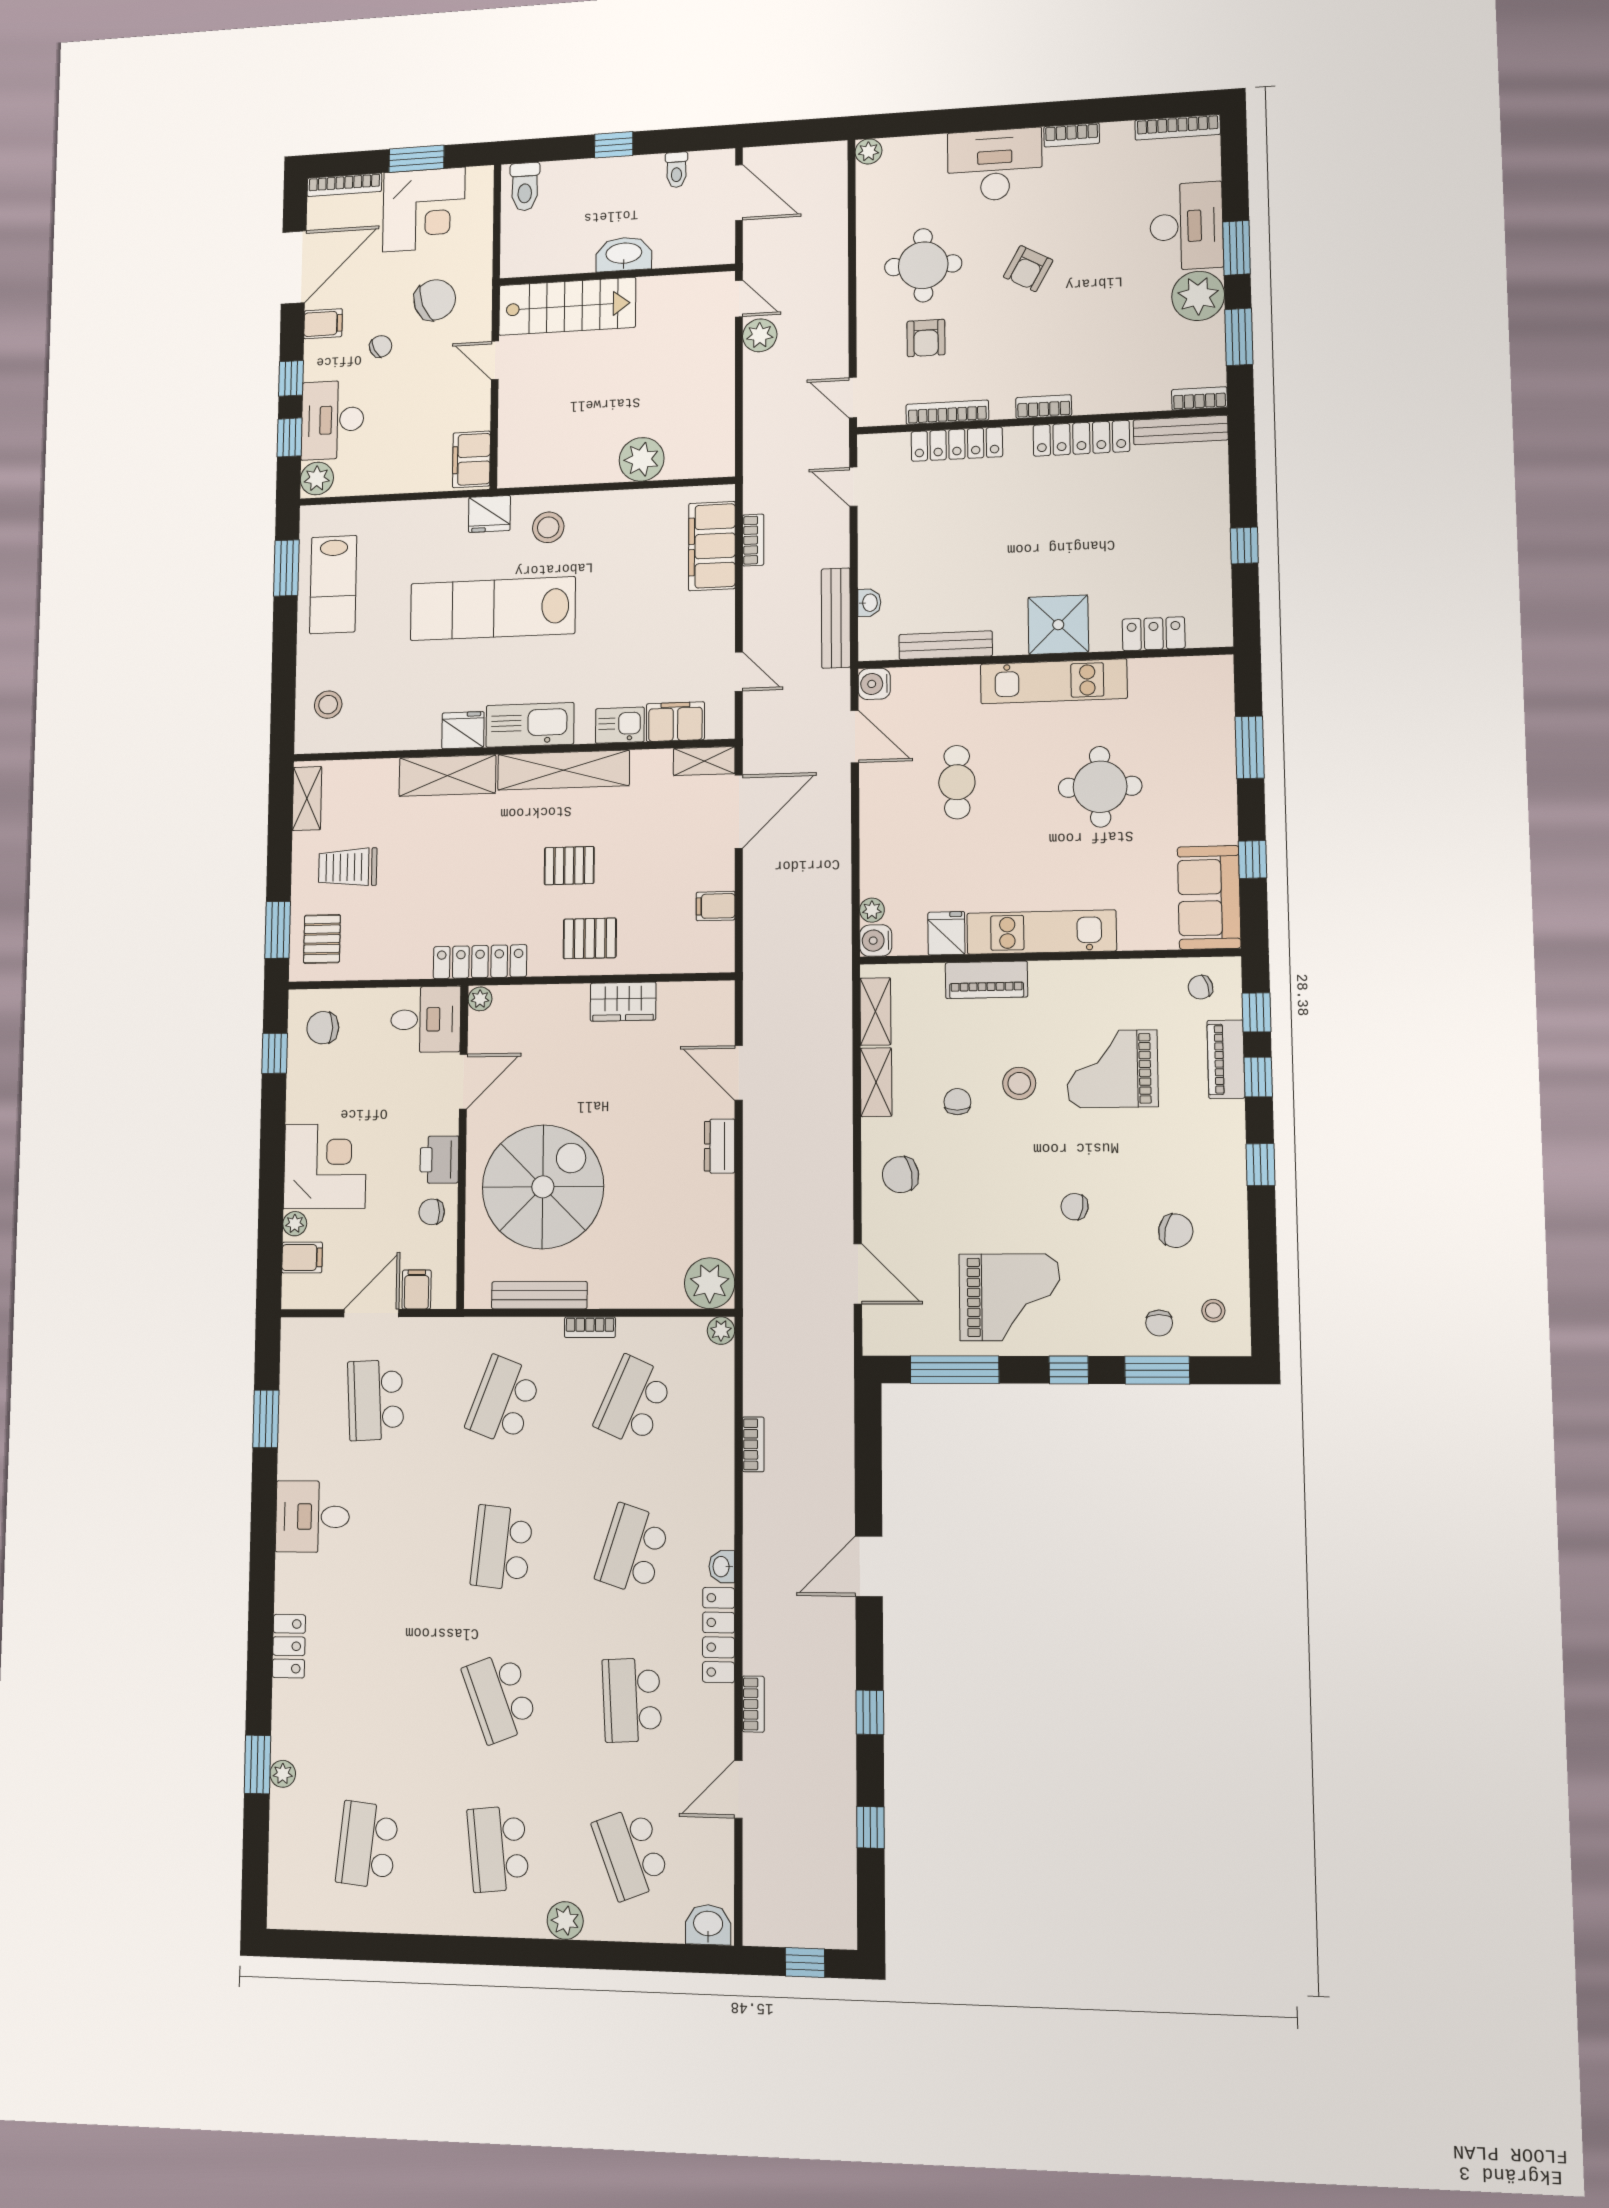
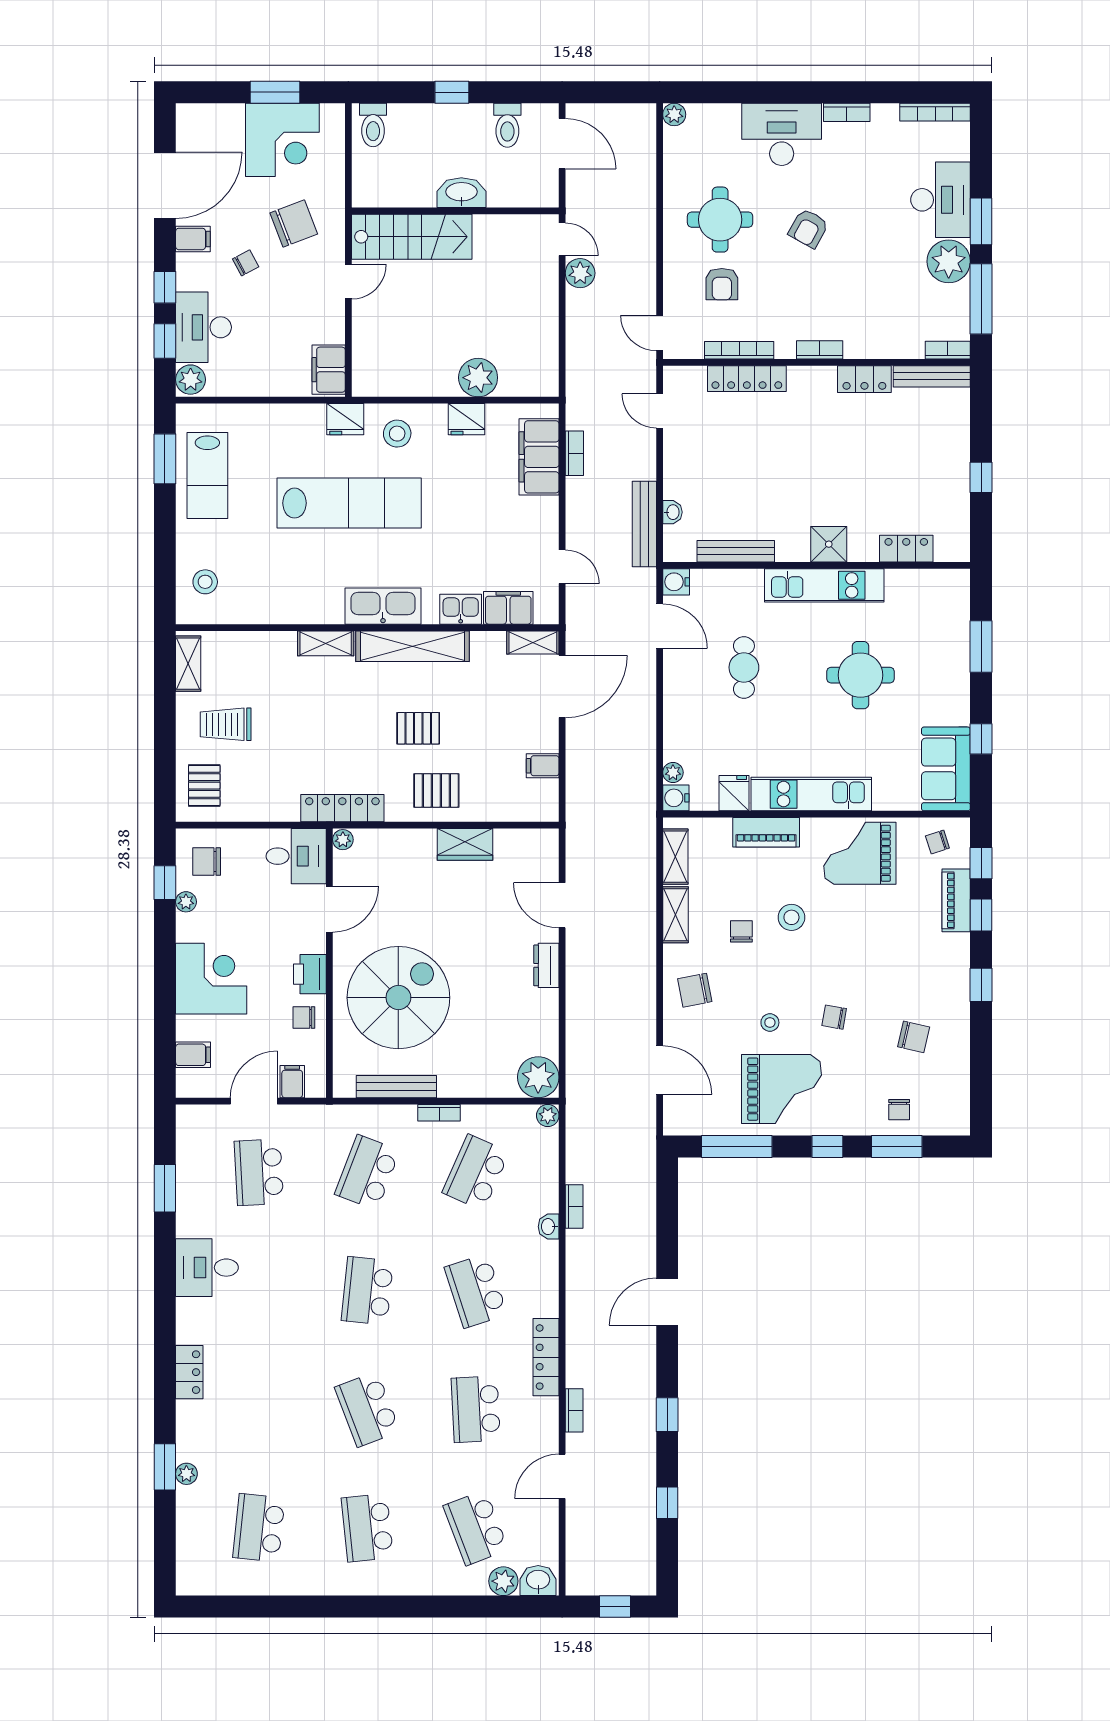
toilet: (676, 170) -> (507, 125), width x1.37, depth x1.39
bookcase: (344, 185) -> (210, 112), removed
window: (1239, 337) -> (981, 299), width x1.44
door: (495, 360) -> (348, 282), swing flipped
locker: (1081, 438) -> (864, 379), width x0.66
lab bench: (493, 609) -> (349, 503), turned 180
shower: (1058, 625) -> (829, 544), width x0.73, depth x0.73
fridge: (463, 730) -> (466, 419), moved, turned 180
shelving: (447, 776) -> (326, 643), width x0.67, depth x0.75
window: (278, 930) -> (165, 777), removed
grand piano: (1112, 1069) -> (860, 853), moved
plant: (295, 1224) -> (186, 902), moved
stool: (1213, 1311) -> (770, 1023), moved
school desk: (633, 1549) -> (476, 1291), turned -36
washbasin: (722, 1567) -> (549, 1227), moved
plant: (565, 1921) -> (503, 1581), moved

